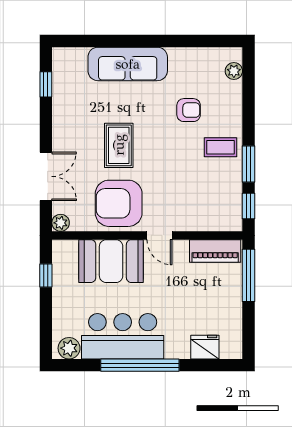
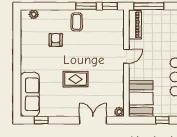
sofa: (128, 64) -> (30, 94), moved
armchair: (119, 203) -> (108, 79), removed
booth: (111, 261) -> (141, 99), moved
window: (46, 275) -> (162, 120), moved

